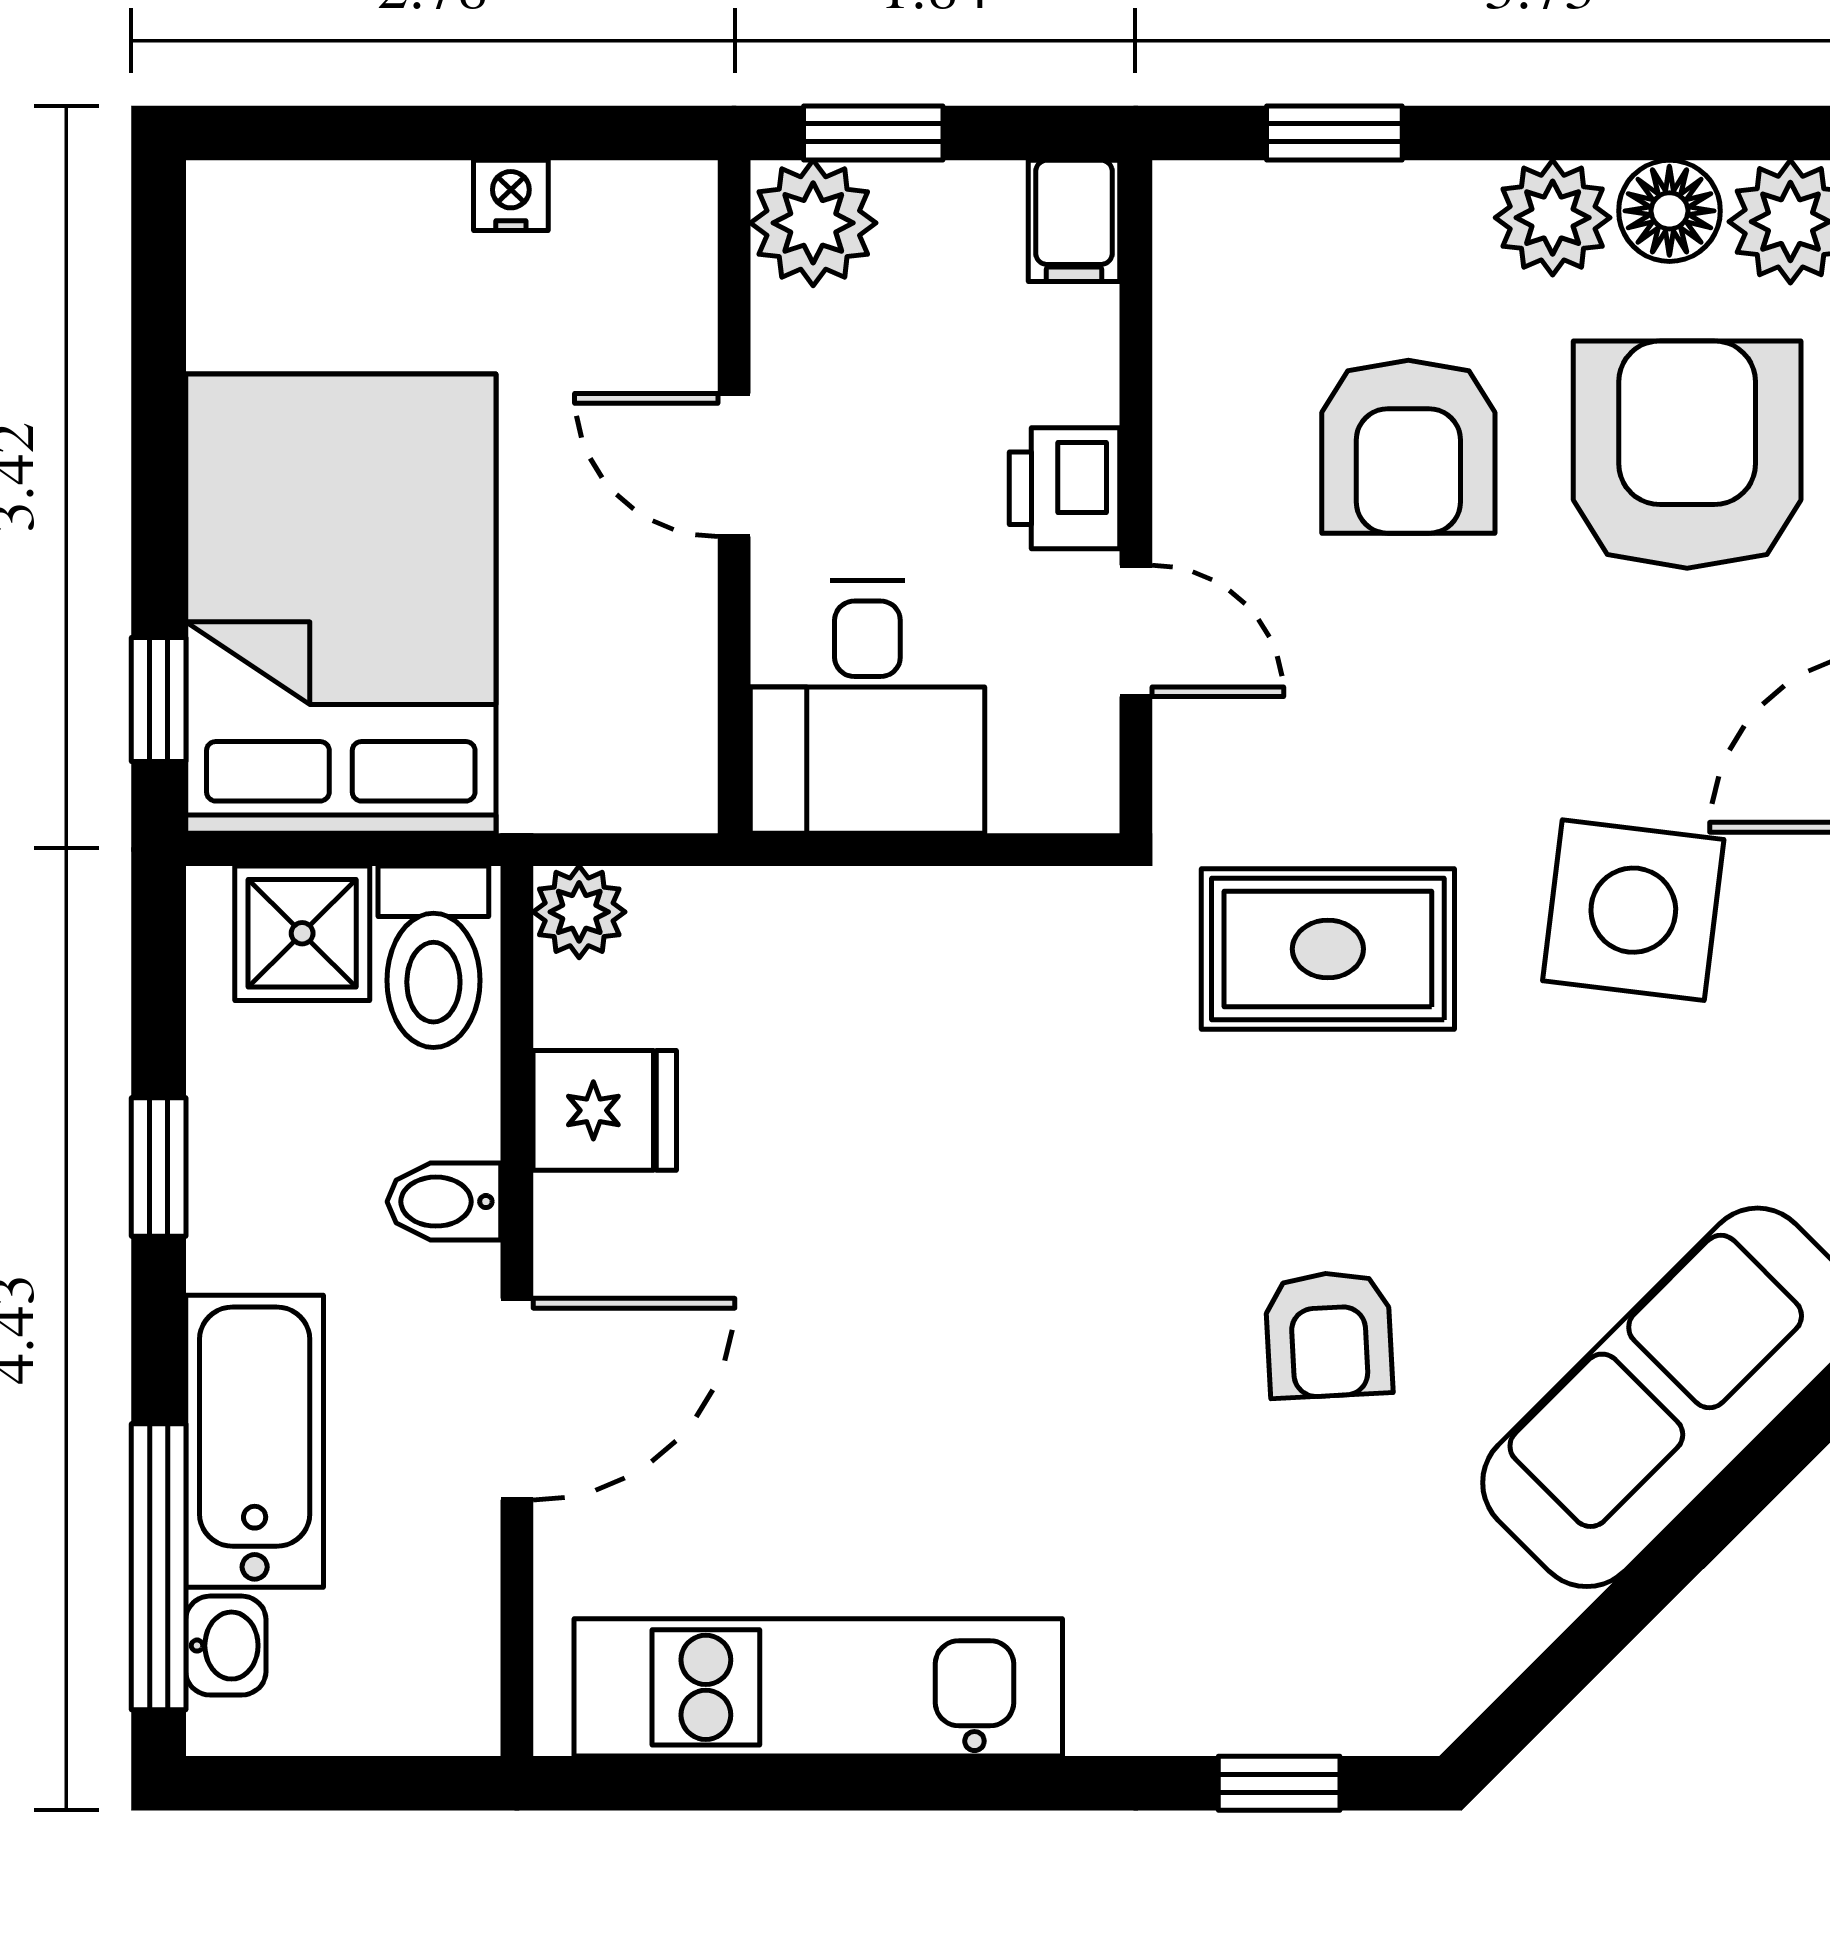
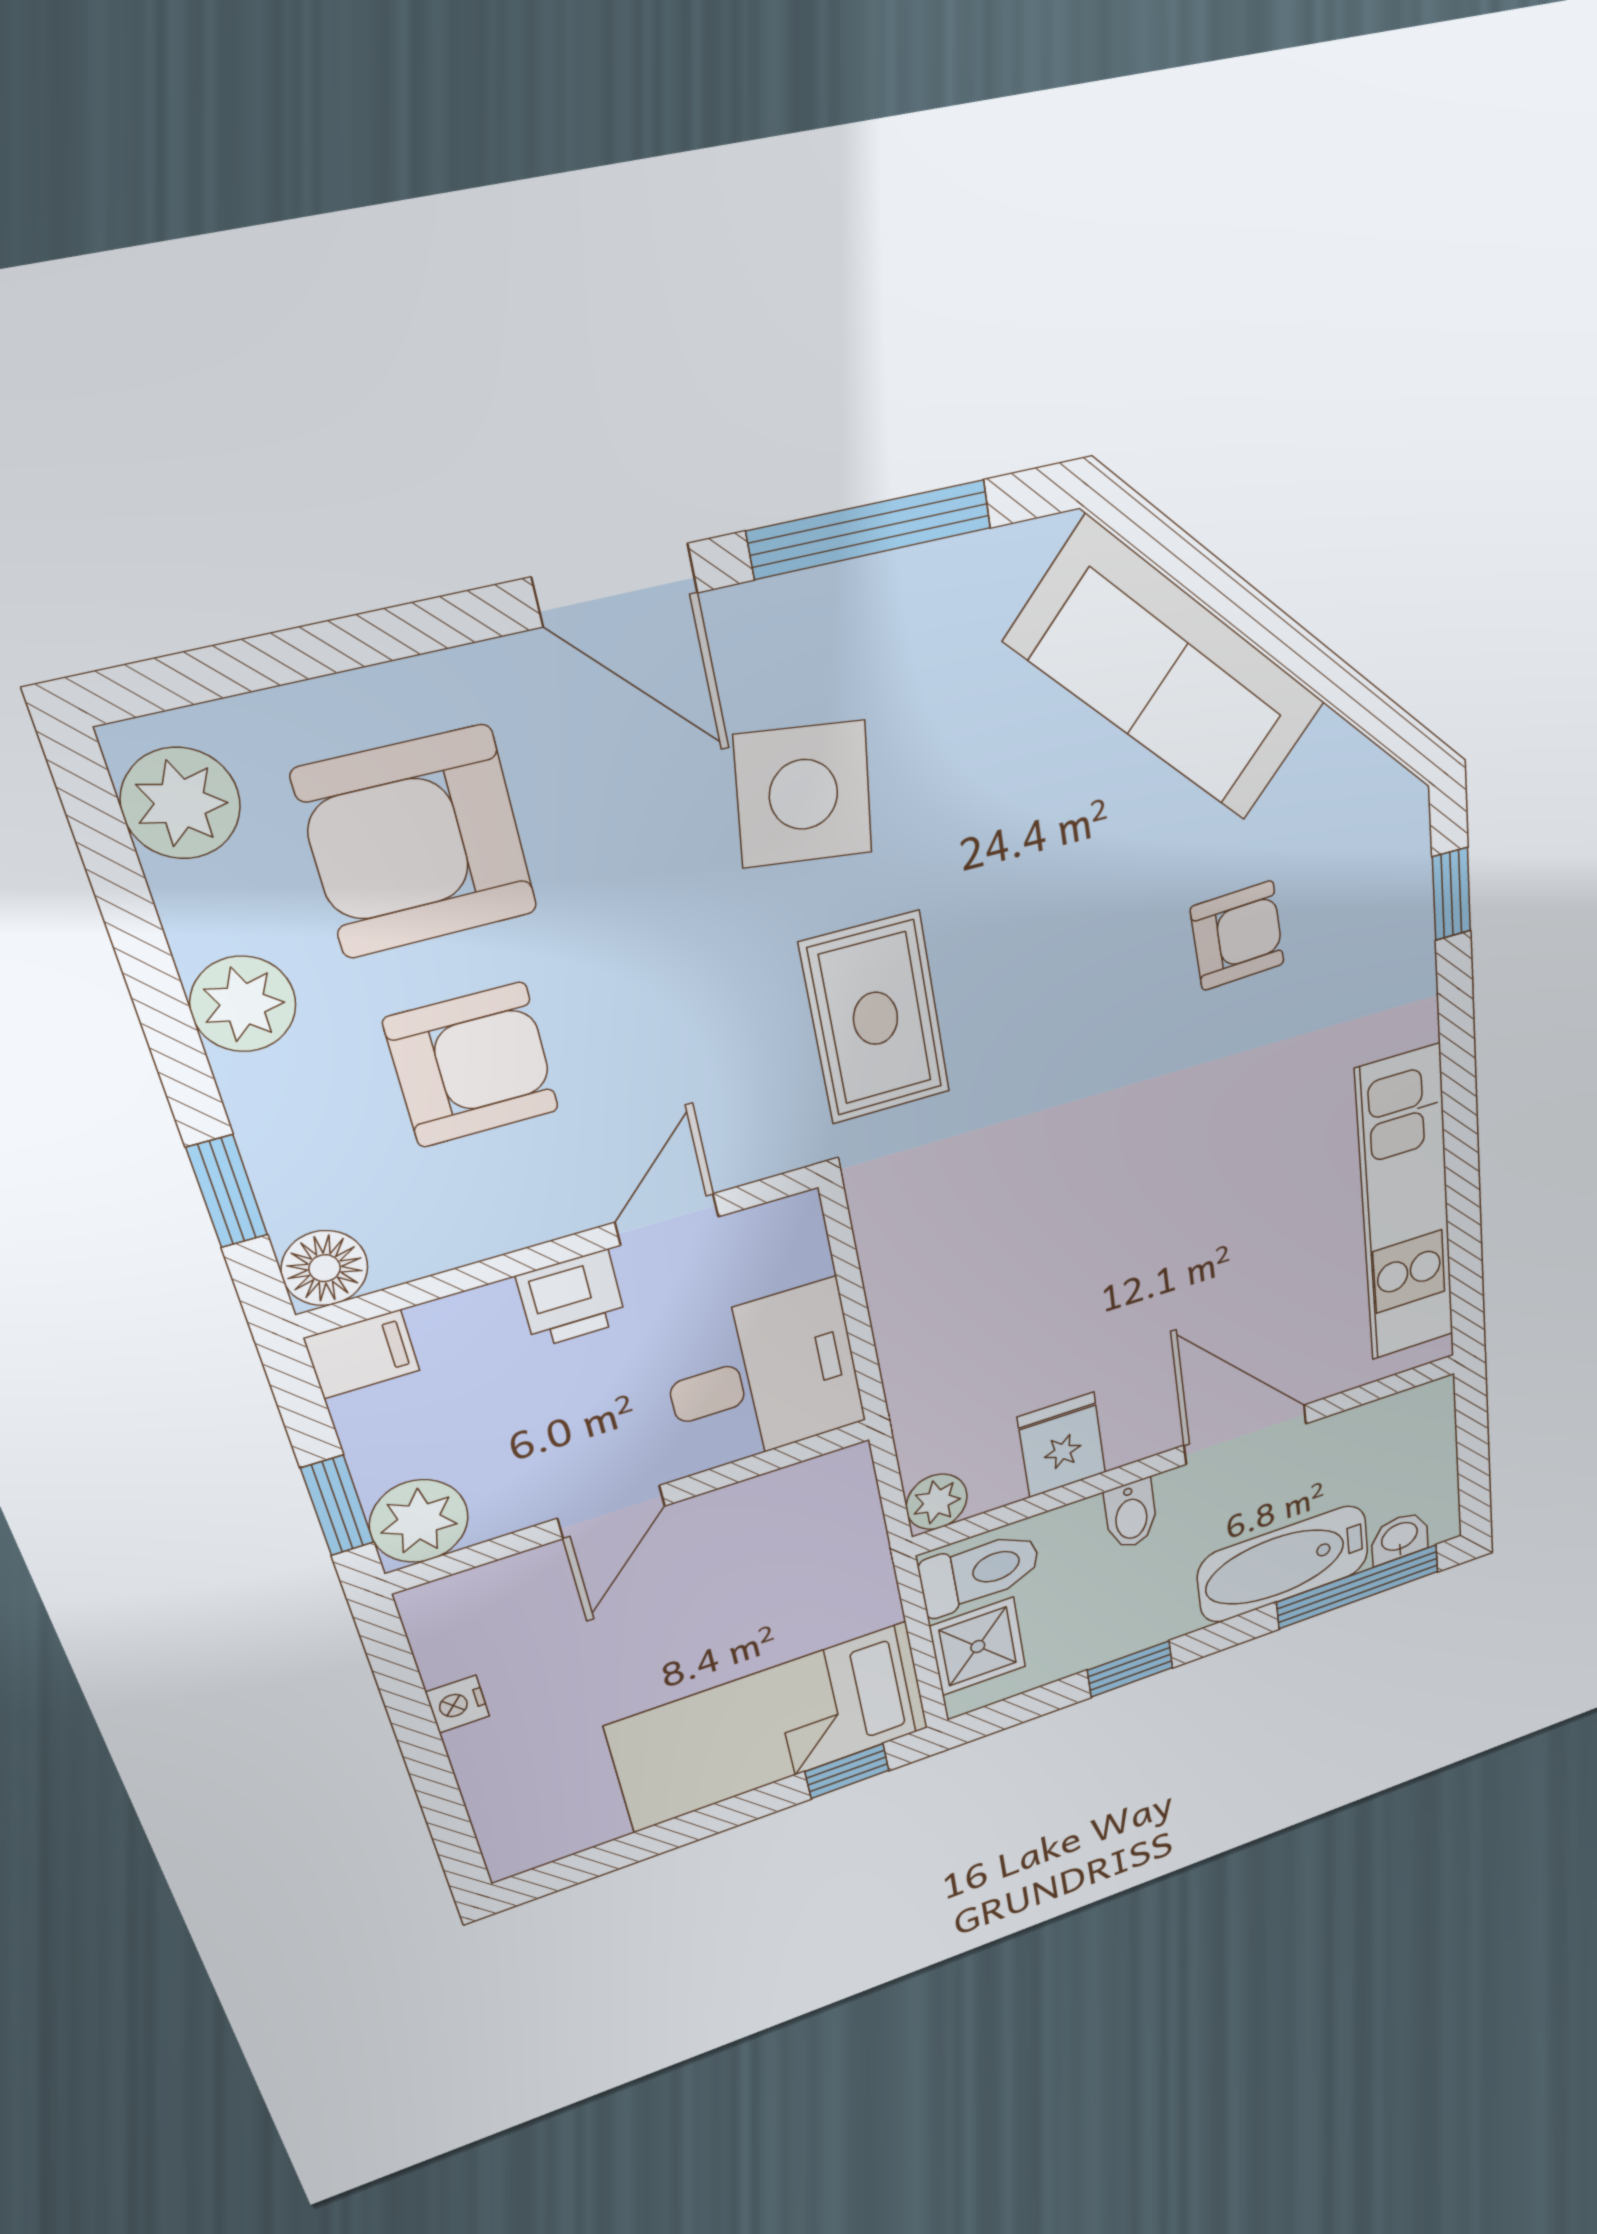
floor lamp: (1669, 211) -> (325, 1268), moved
bed: (341, 604) -> (770, 1727), width x0.67
armchair: (1329, 1335) -> (1237, 936), moved

